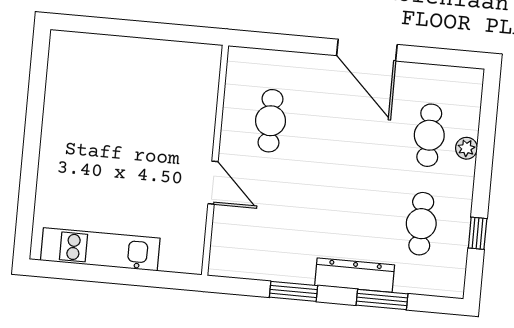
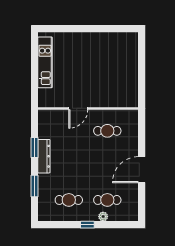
window: (478, 233) -> (87, 225), moved
dresser: (355, 275) -> (44, 156), moved

